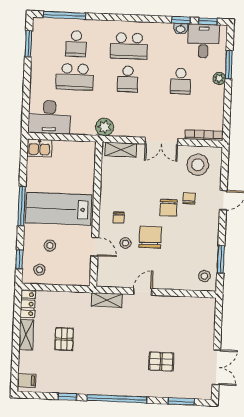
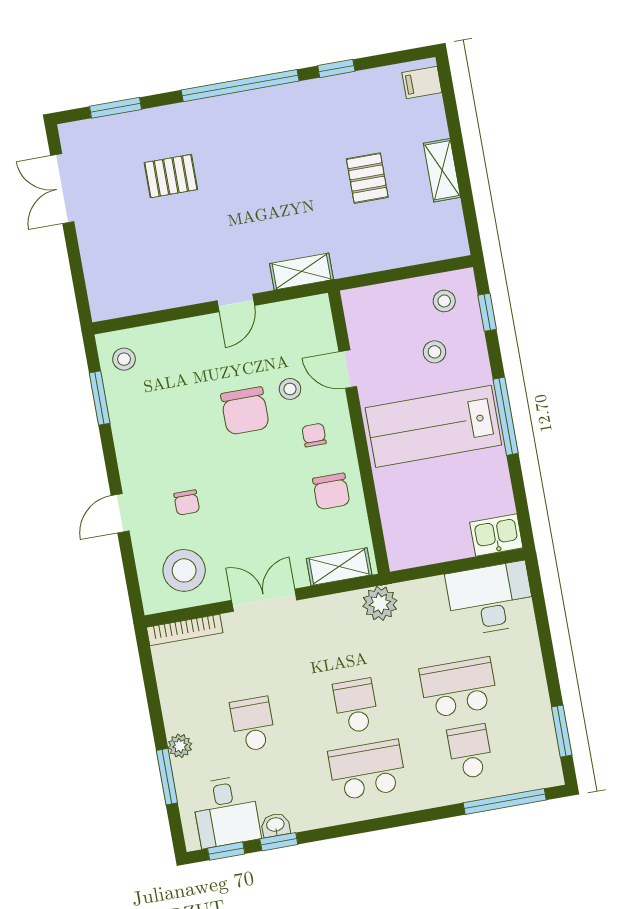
chair: (169, 208) -> (331, 491), moved, turned 180
lab bench: (59, 209) -> (433, 426), turned 180
locker: (28, 304) -> (452, 230), removed

